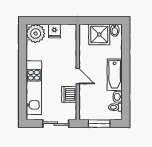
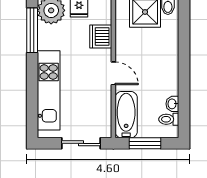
window: (23, 47) -> (32, 30), added
bathtub: (115, 75) -> (126, 115), moved, turned 180
dishwasher: (69, 94) -> (101, 37), moved

